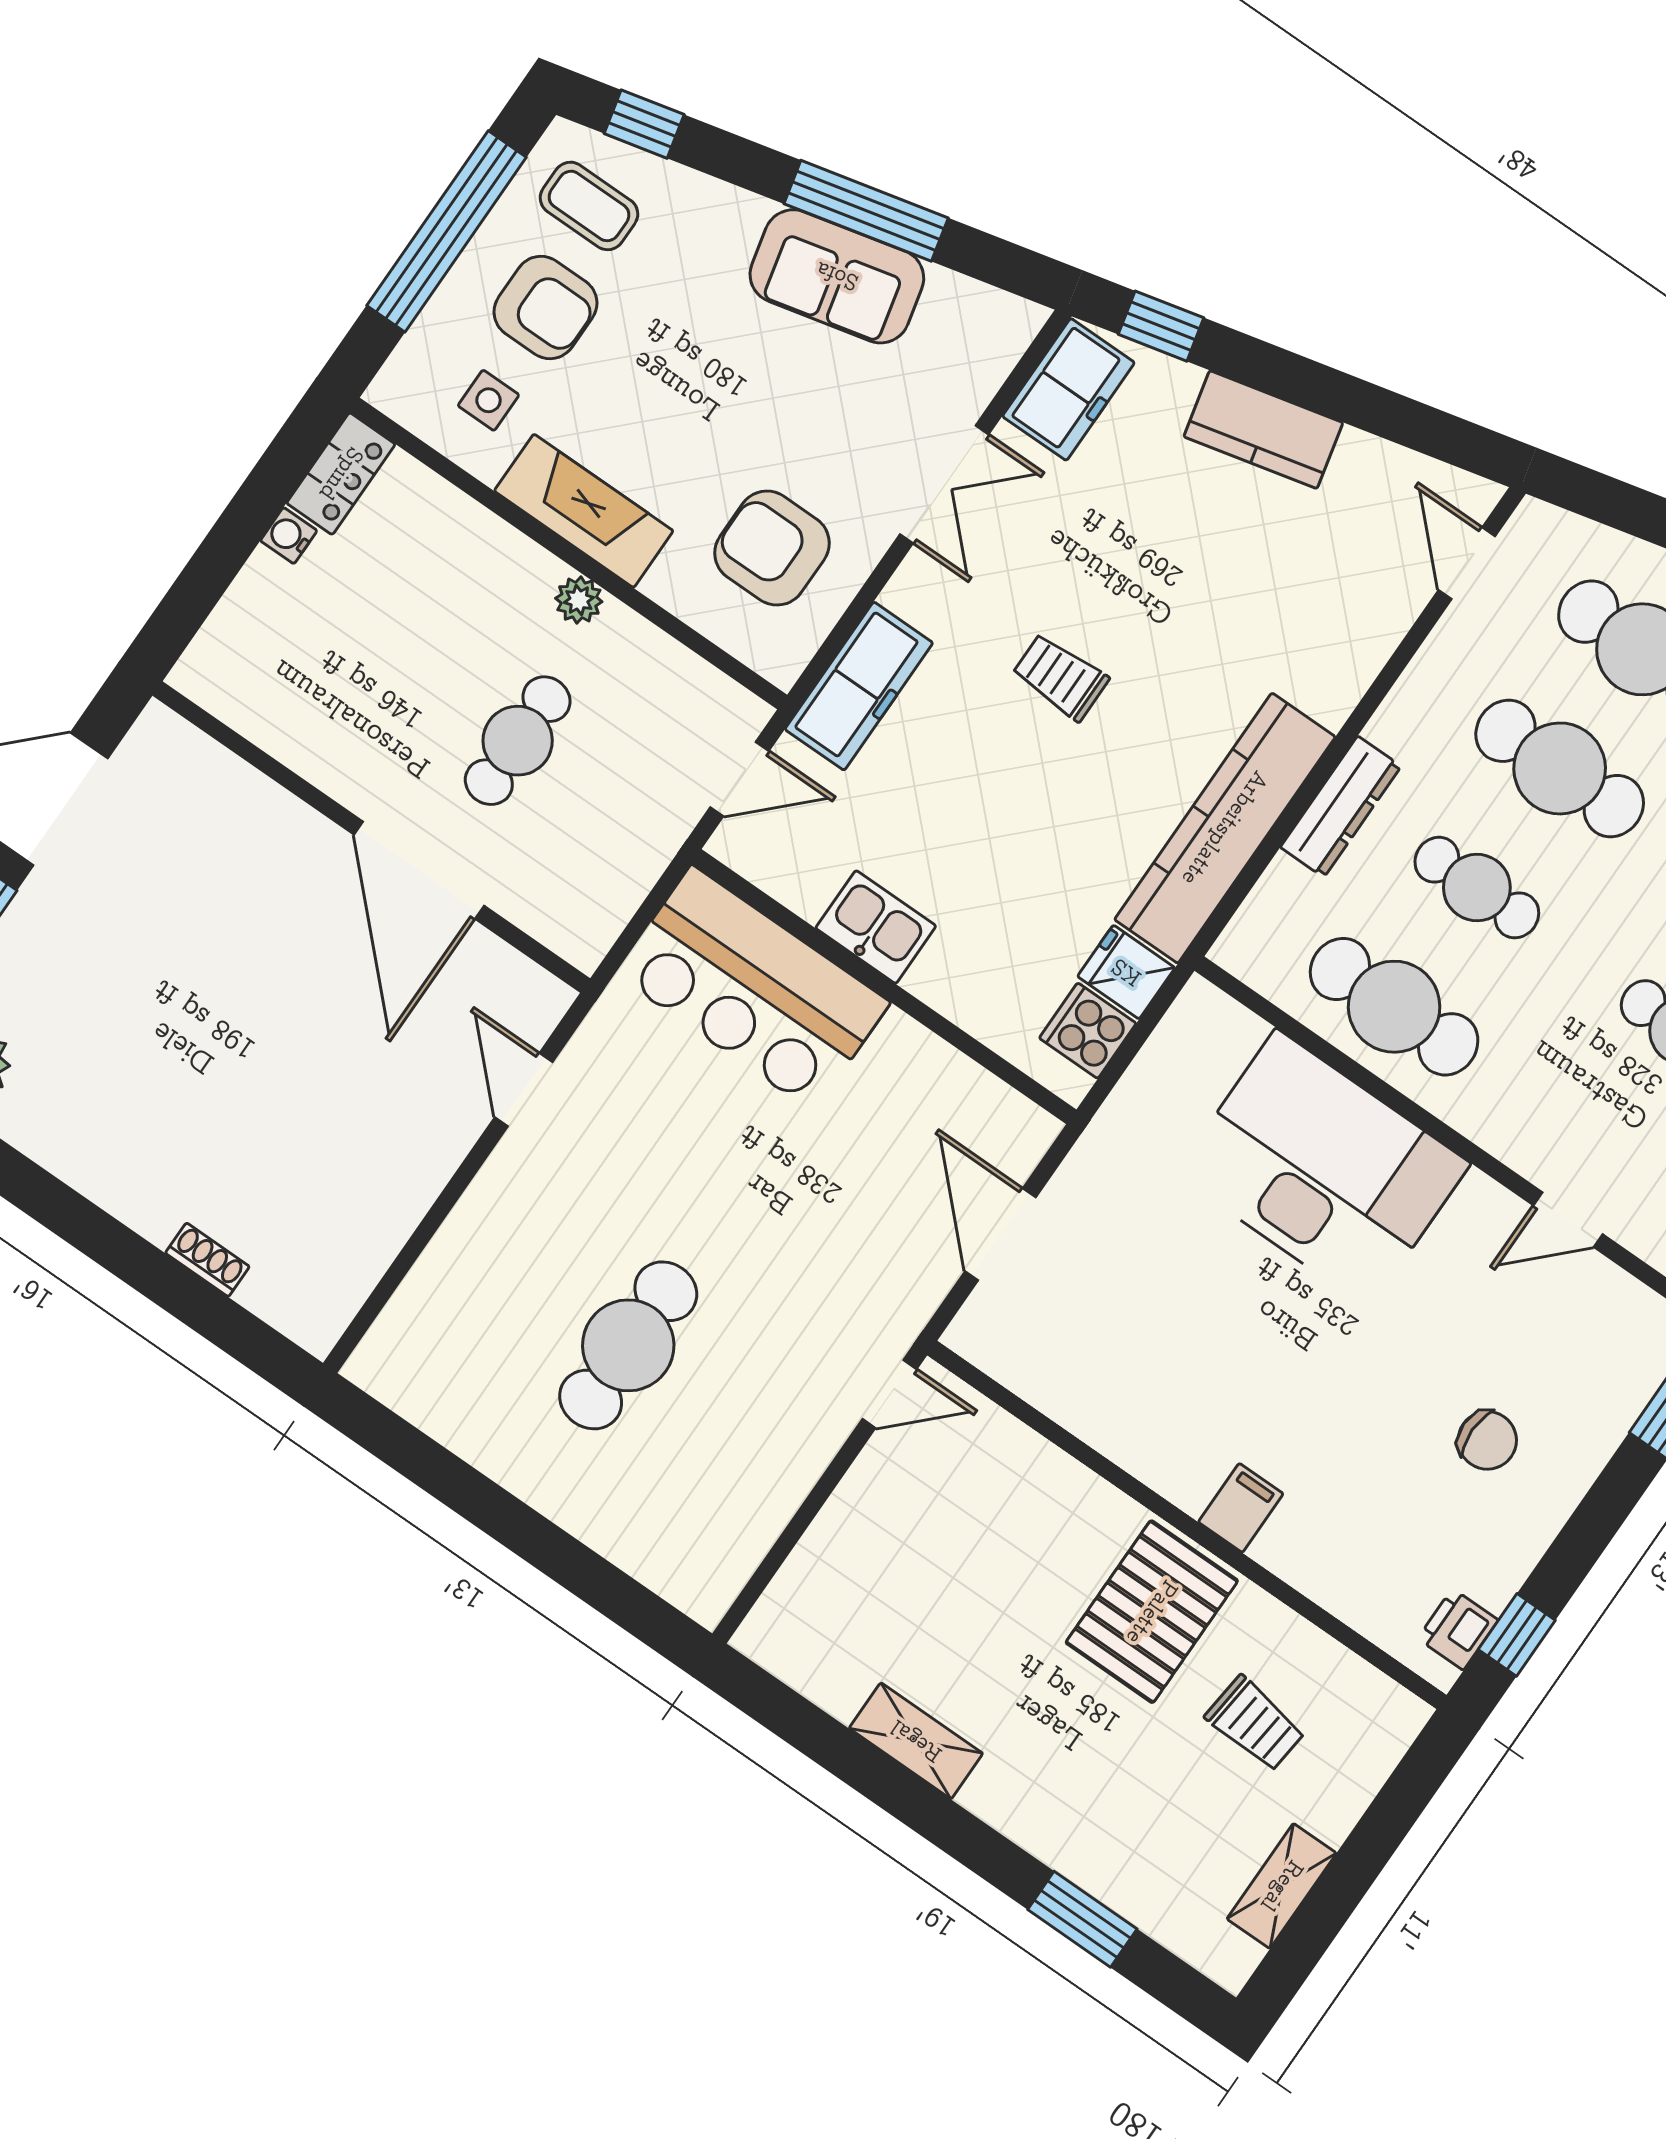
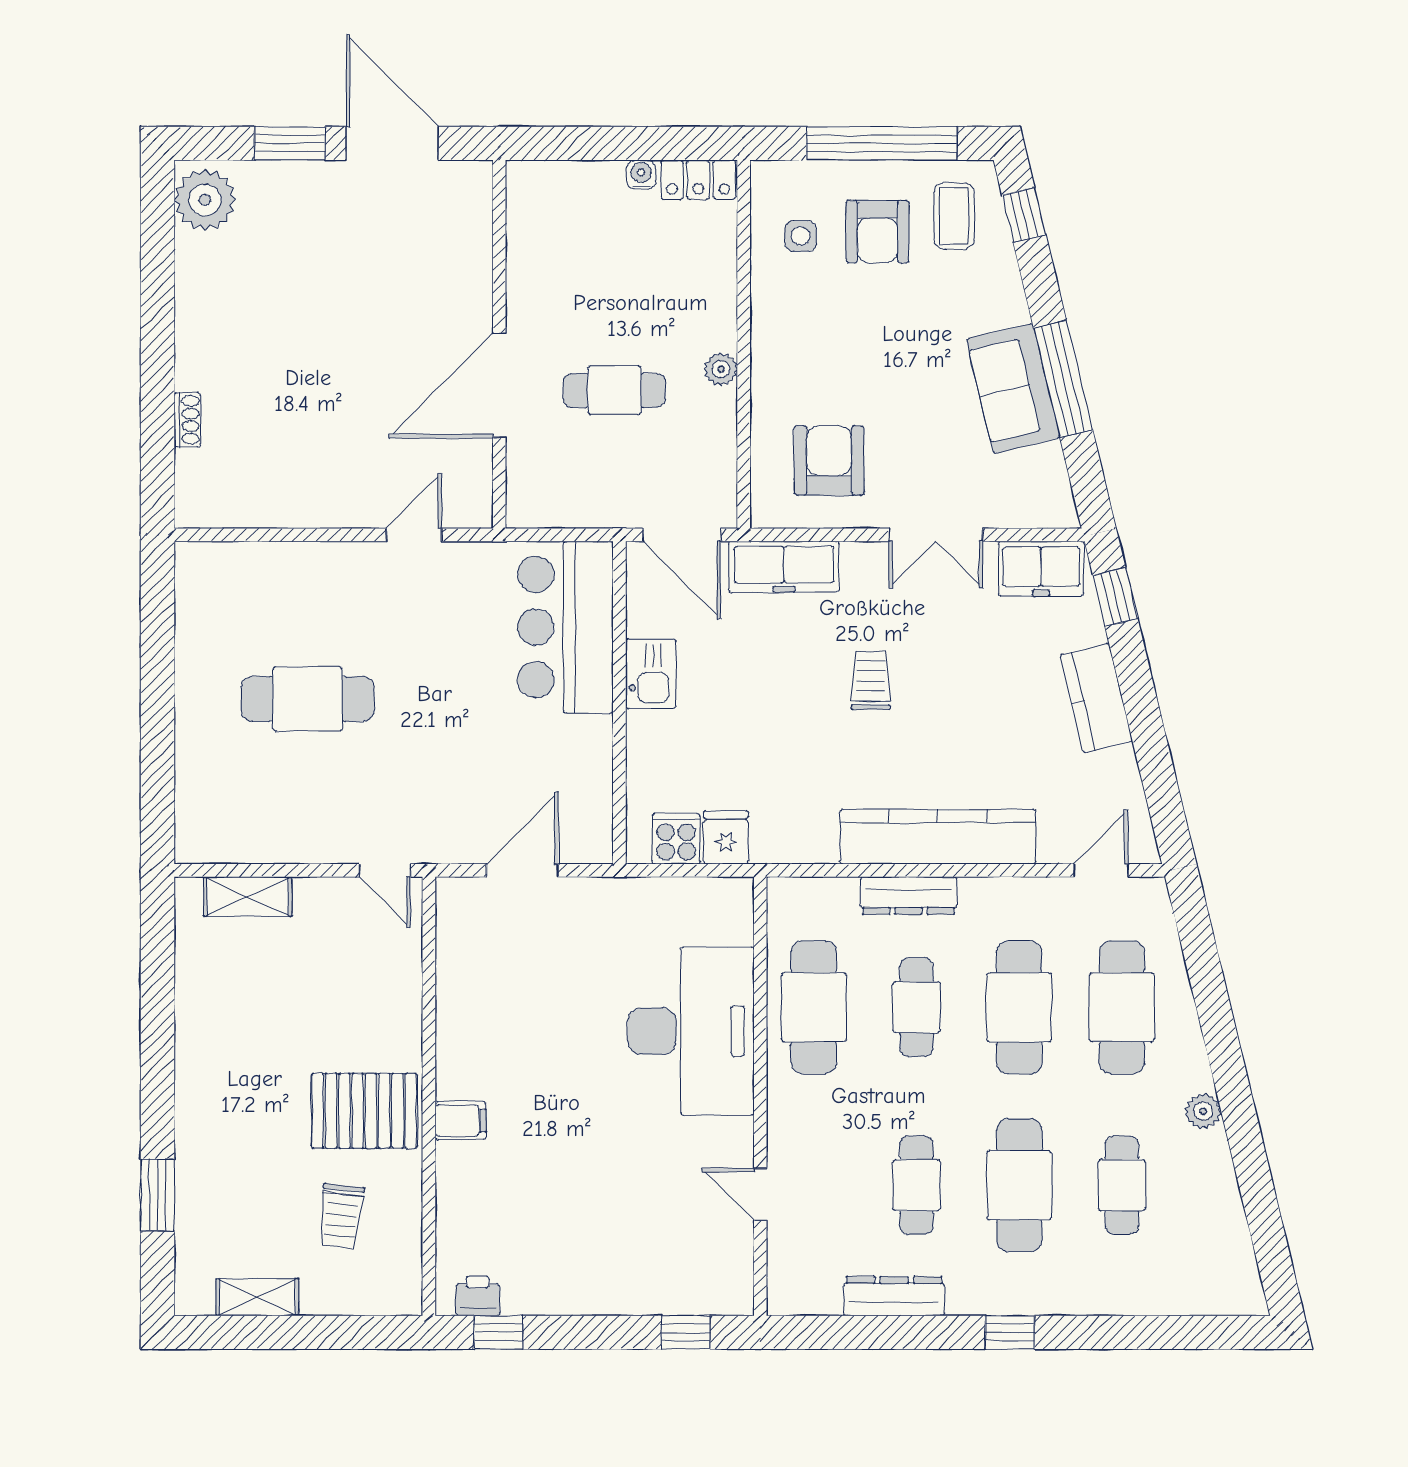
fireplace: (584, 511) -> (775, 336), removed
door: (740, 779) -> (682, 535), width x1.37
kitchen counter: (1225, 828) -> (938, 837), moved
chair: (1487, 1440) -> (599, 1237), removed
shelving: (916, 1741) -> (248, 896), moved, turned 90

